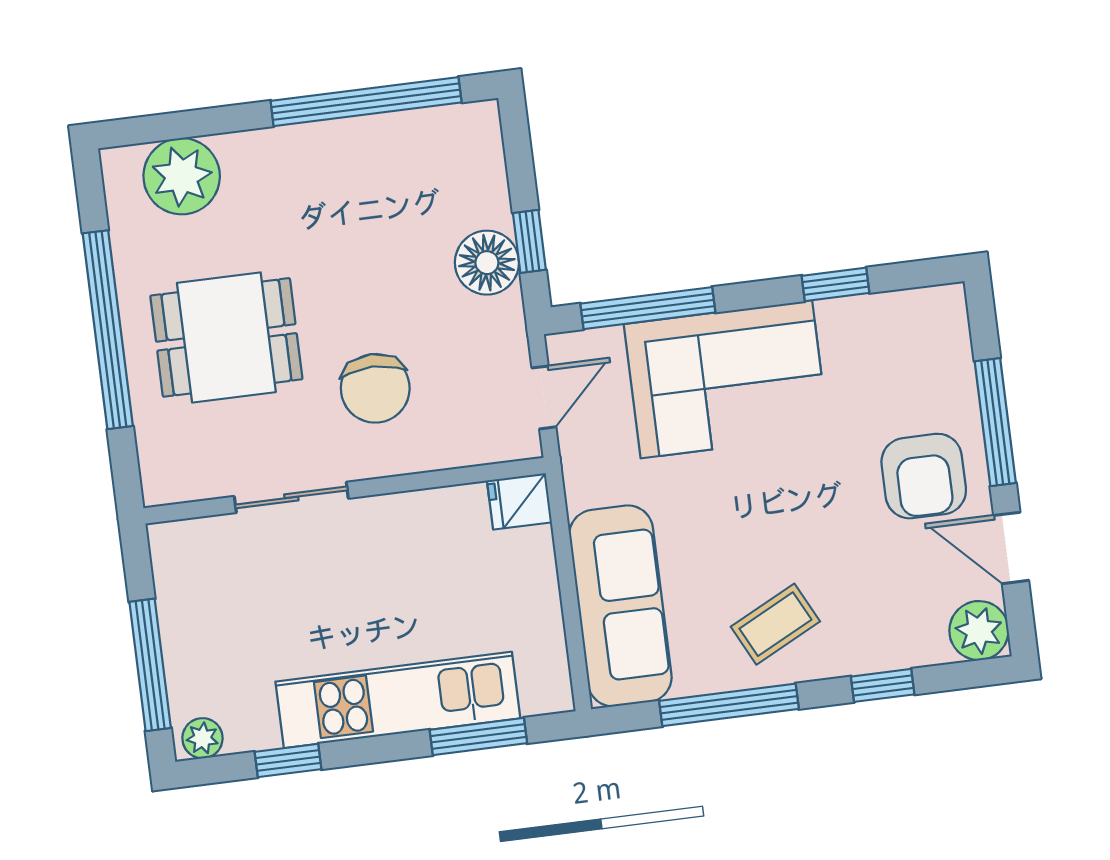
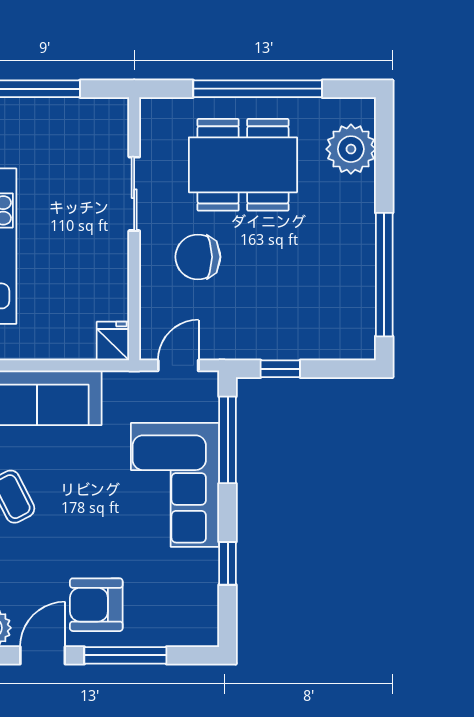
floor lamp: (487, 263) -> (270, 340), removed
dining table: (226, 337) -> (243, 165), width x1.38
door: (544, 397) -> (178, 365), swing flipped

